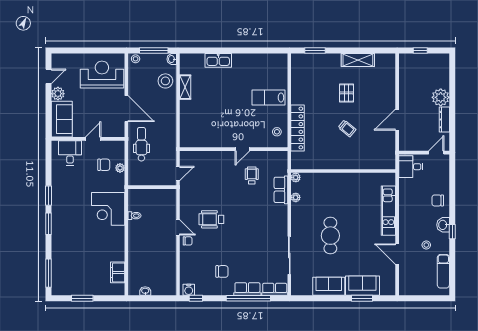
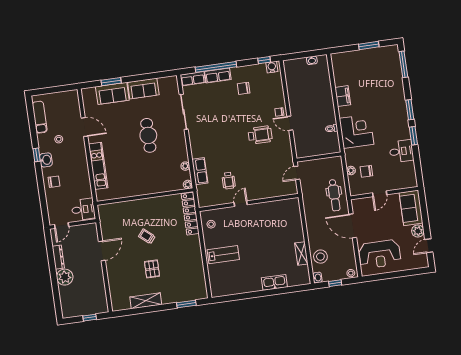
window: (154, 51) -> (335, 283), width x0.46
locker: (298, 128) -> (190, 214), moved
desk: (70, 153) -> (401, 151), moved, turned -90
filing cabinet: (118, 272) -> (343, 96), moved

